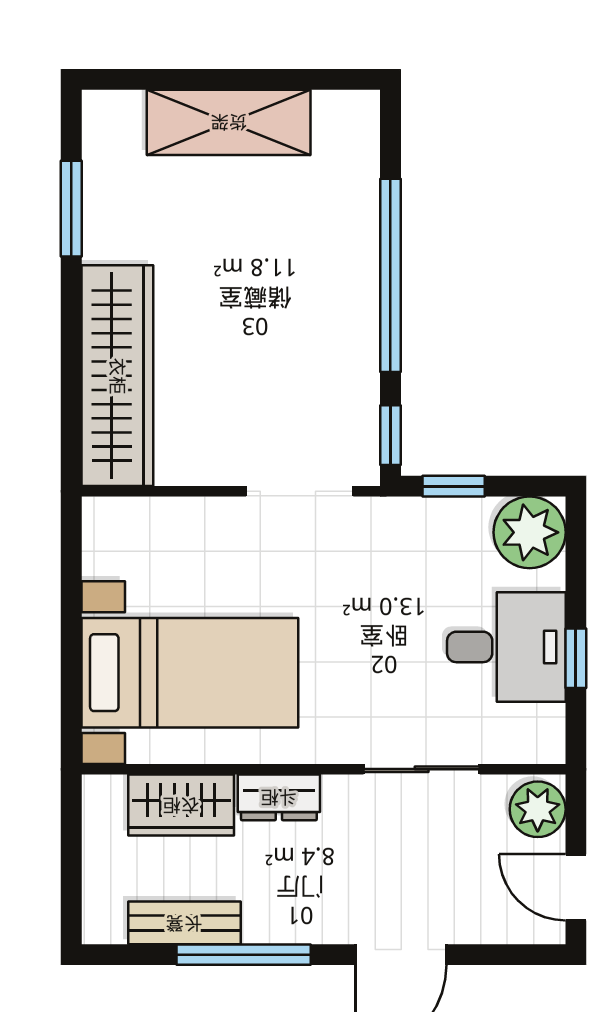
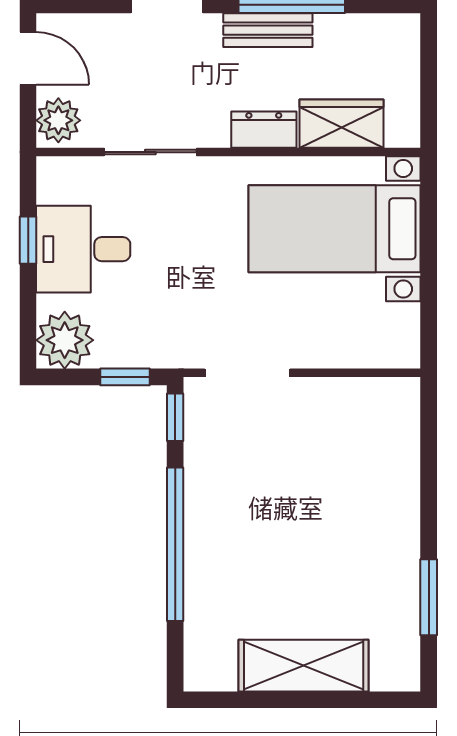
wardrobe: (117, 376) -> (392, 465), removed
bench: (184, 923) -> (268, 30), moved

